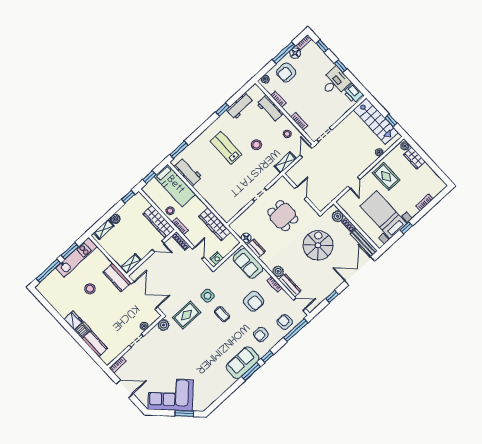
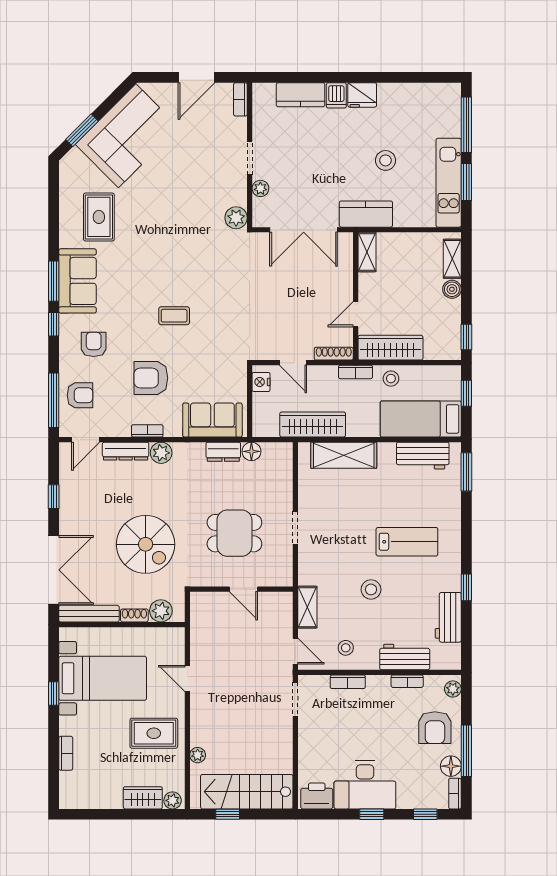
armchair: (286, 72) -> (435, 728), turned 180
desk: (335, 82) -> (365, 785), width x1.37
shelving: (215, 202) -> (344, 455), added
side table: (208, 296) -> (220, 320), removed
rug: (187, 315) -> (99, 217), moved

